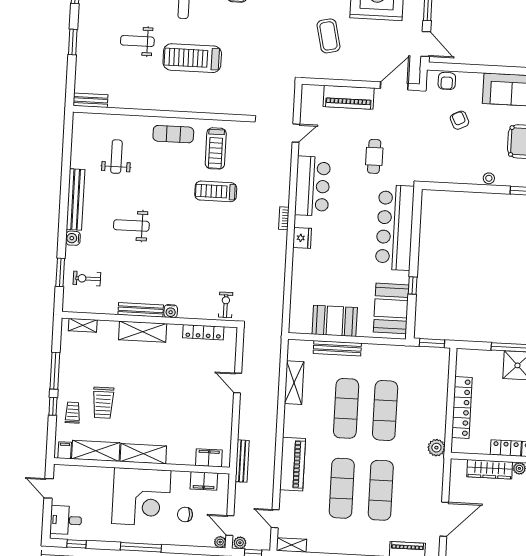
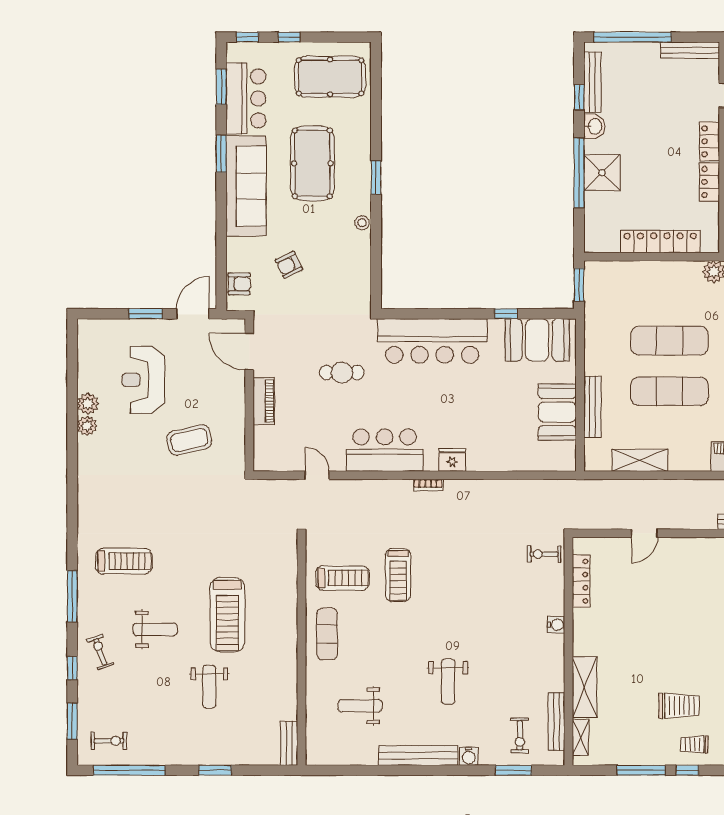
piano: (349, 97) -> (264, 401), width x0.73, depth x0.75
bench: (141, 310) -> (556, 722), moved
shelving: (143, 332) -> (585, 687), moved

